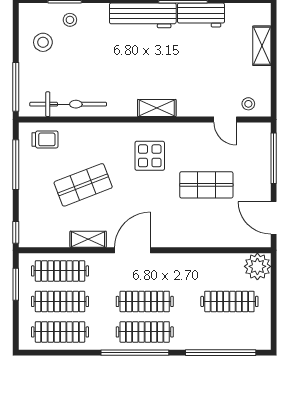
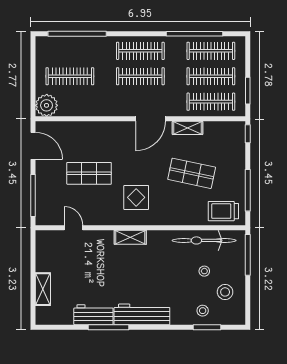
stool: (248, 104) -> (204, 271), moved
trolley: (45, 139) -> (223, 211), width x1.36, depth x1.39
shop shelf: (83, 185) -> (192, 173), turned 33
window: (135, 353) -> (195, 34), moved

